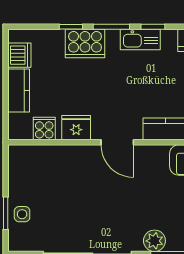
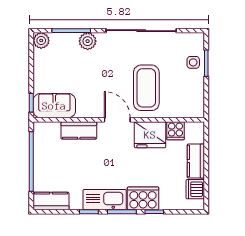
kitchen sink: (140, 40) -> (105, 200), width x1.36, depth x1.24
fridge: (76, 128) -> (150, 135), width x1.36, depth x1.34
coffee table: (81, 182) -> (146, 88), added

